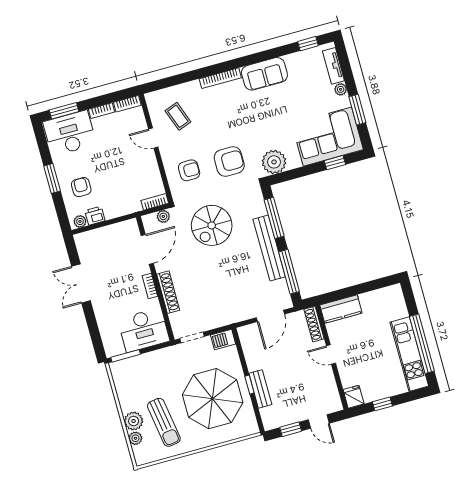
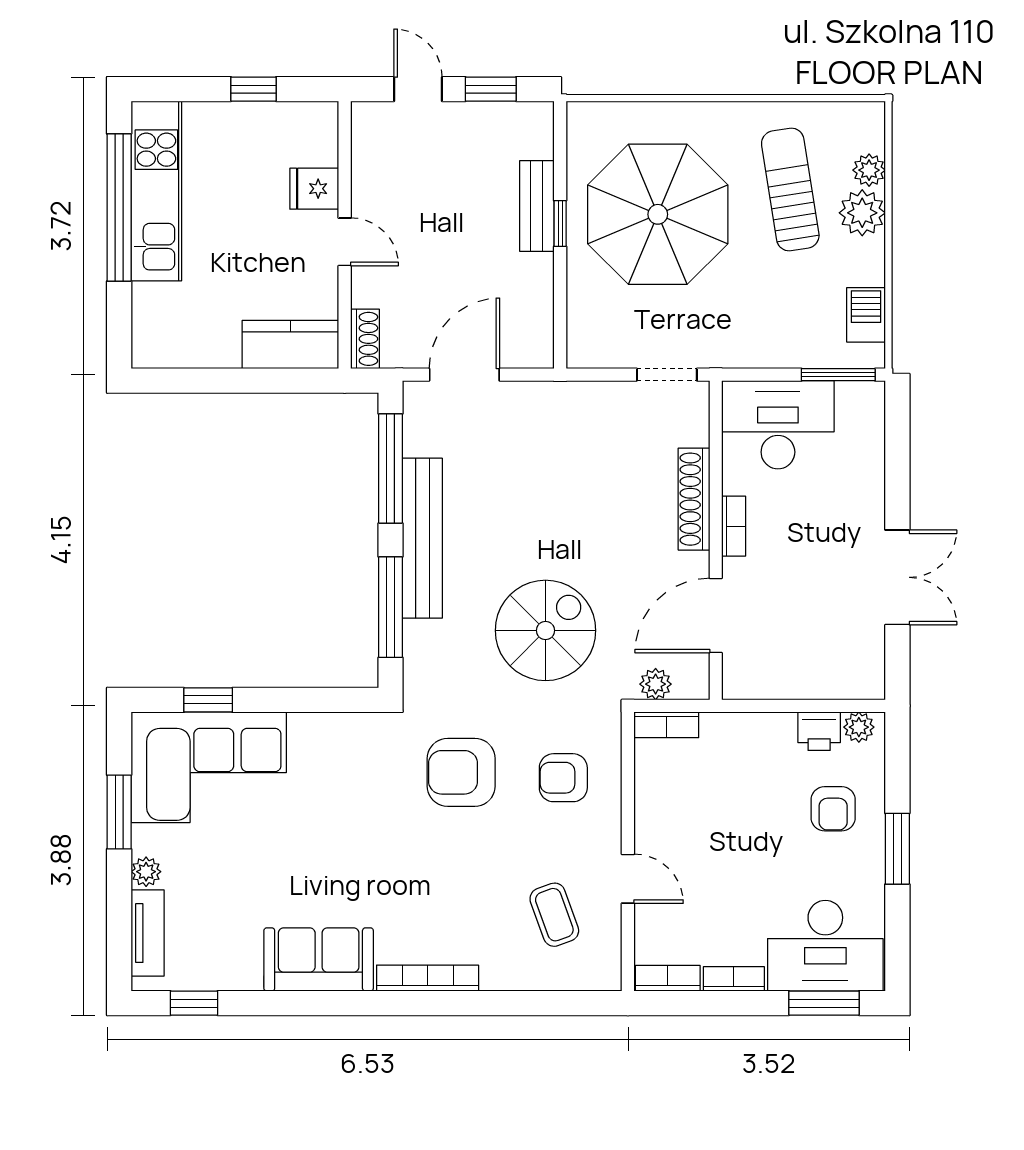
plant: (274, 162) -> (354, 742), removed
shoe rack: (314, 324) -> (365, 339), width x0.70
barbecue: (223, 339) -> (866, 315), moved, turned -90
fridge: (354, 397) -> (314, 189), moved, turned 90

